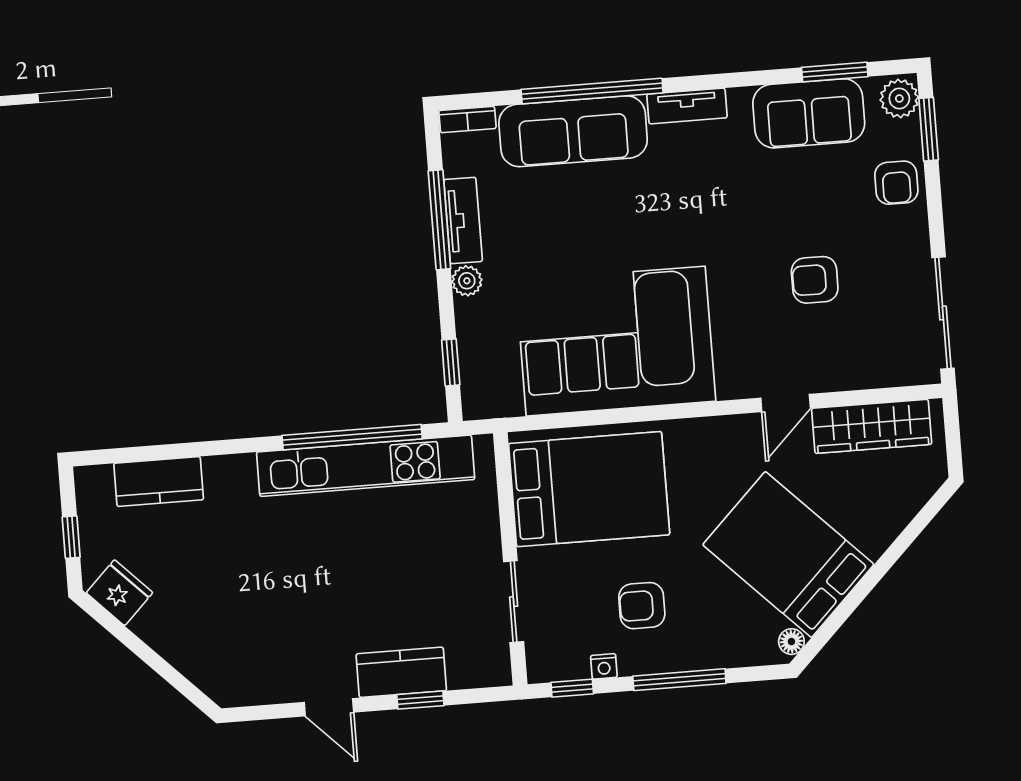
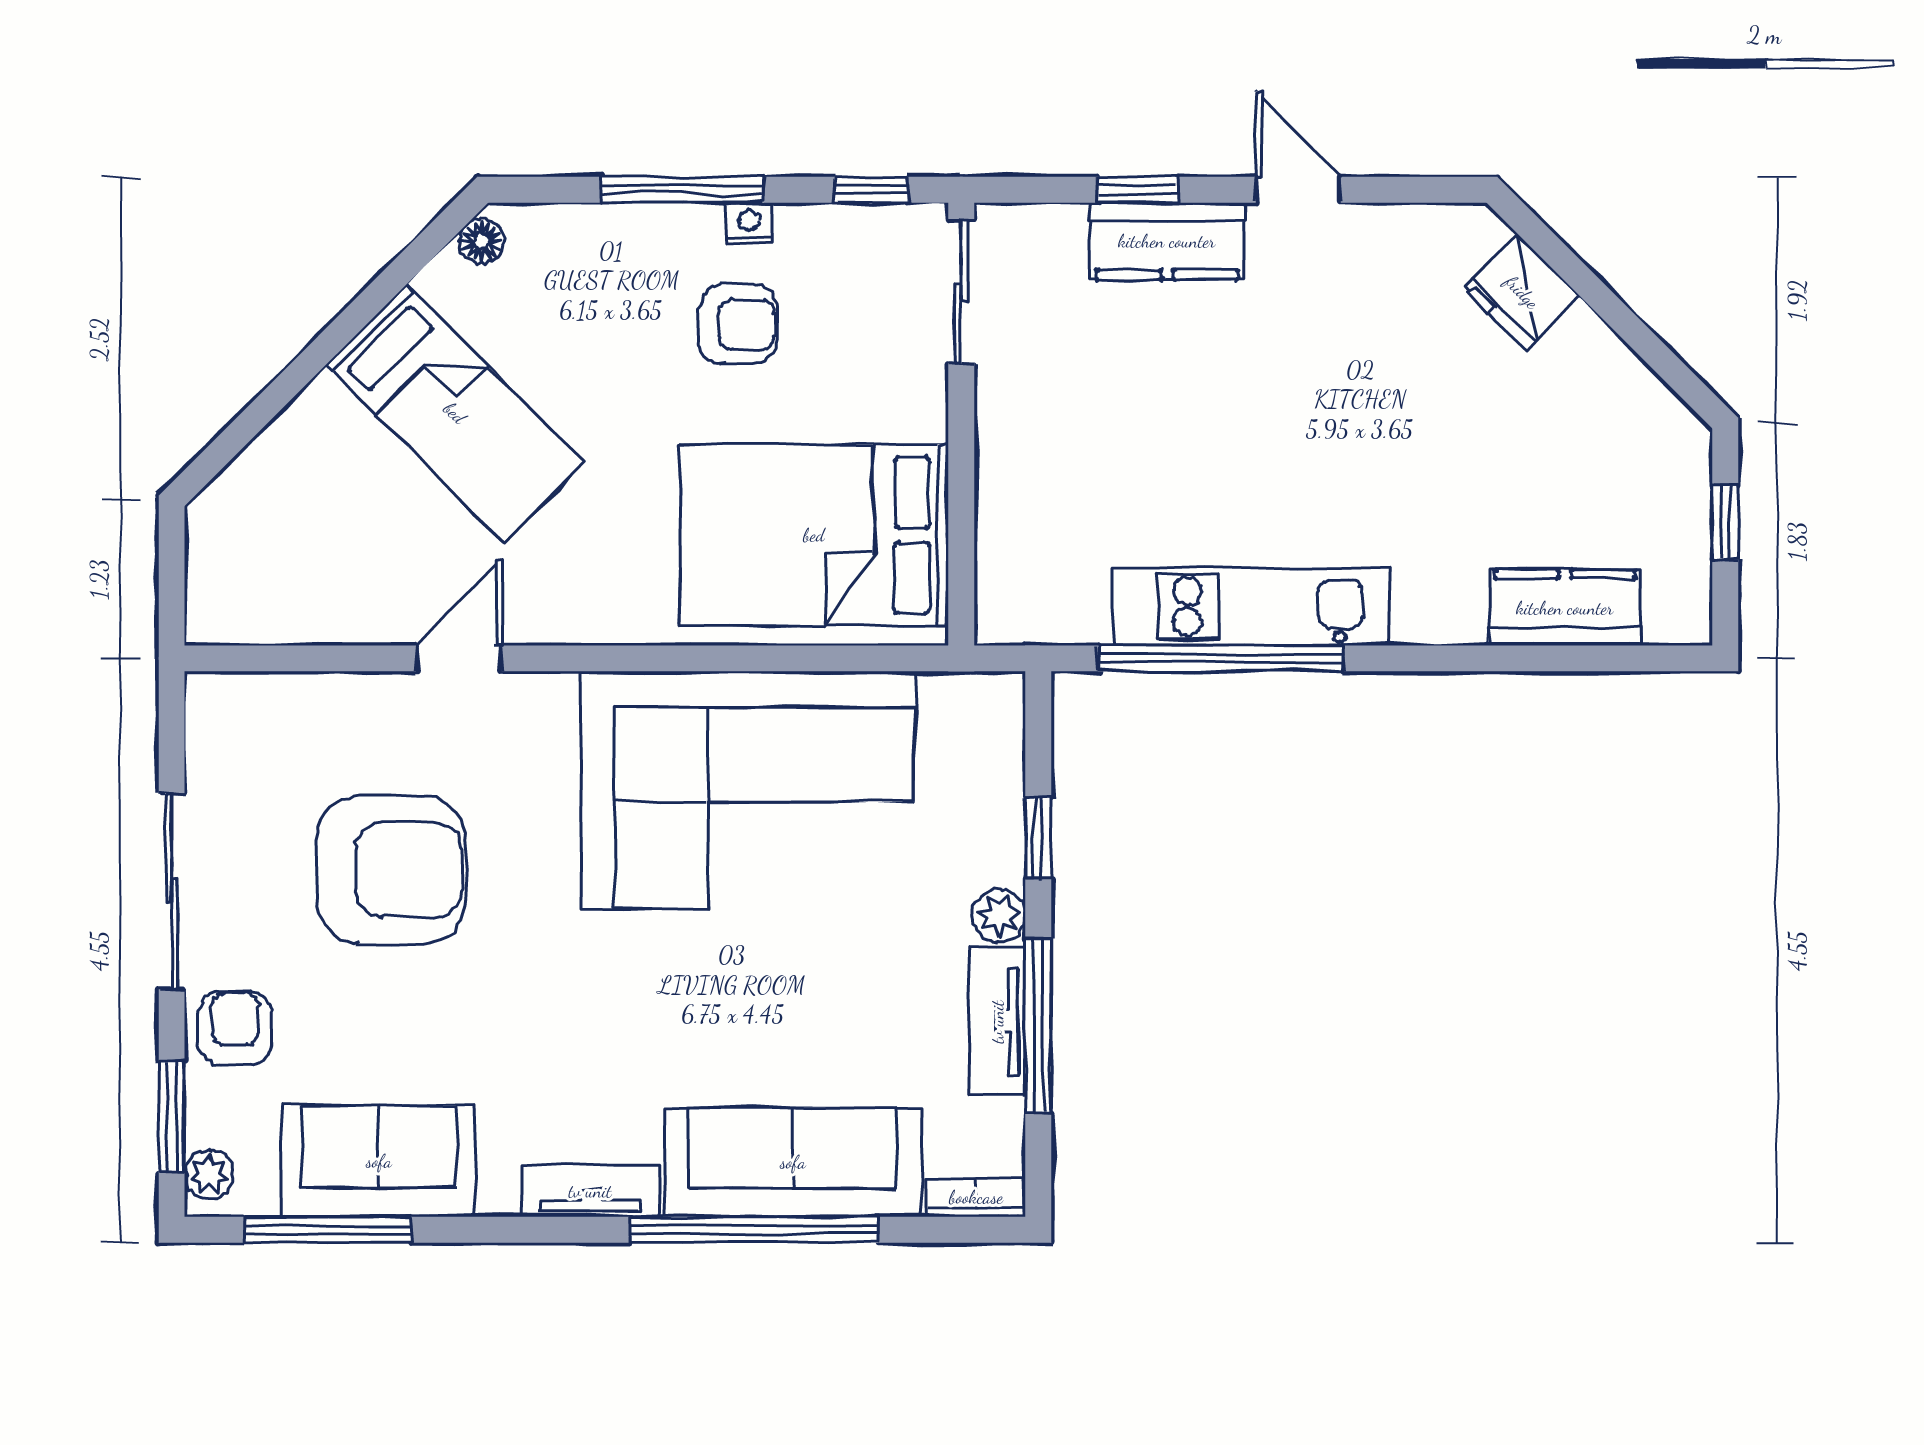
window: (835, 72) -> (328, 1230), width x1.44
plant: (899, 99) -> (209, 1175), width x0.73, depth x0.73
armchair: (815, 280) -> (391, 870), width x1.88, depth x1.88
sliding door: (943, 313) -> (172, 891), moved
window: (451, 362) -> (1038, 838), moved
wardrobe: (872, 426) -> (312, 606), removed
kitchen unit: (366, 466) -> (1251, 607), width x0.73
bed: (788, 555) -> (455, 413), width x0.67
fridge: (120, 593) -> (1522, 292), moved
sliding door: (514, 602) -> (961, 292), moved
nightstand: (604, 666) -> (749, 223), moved

